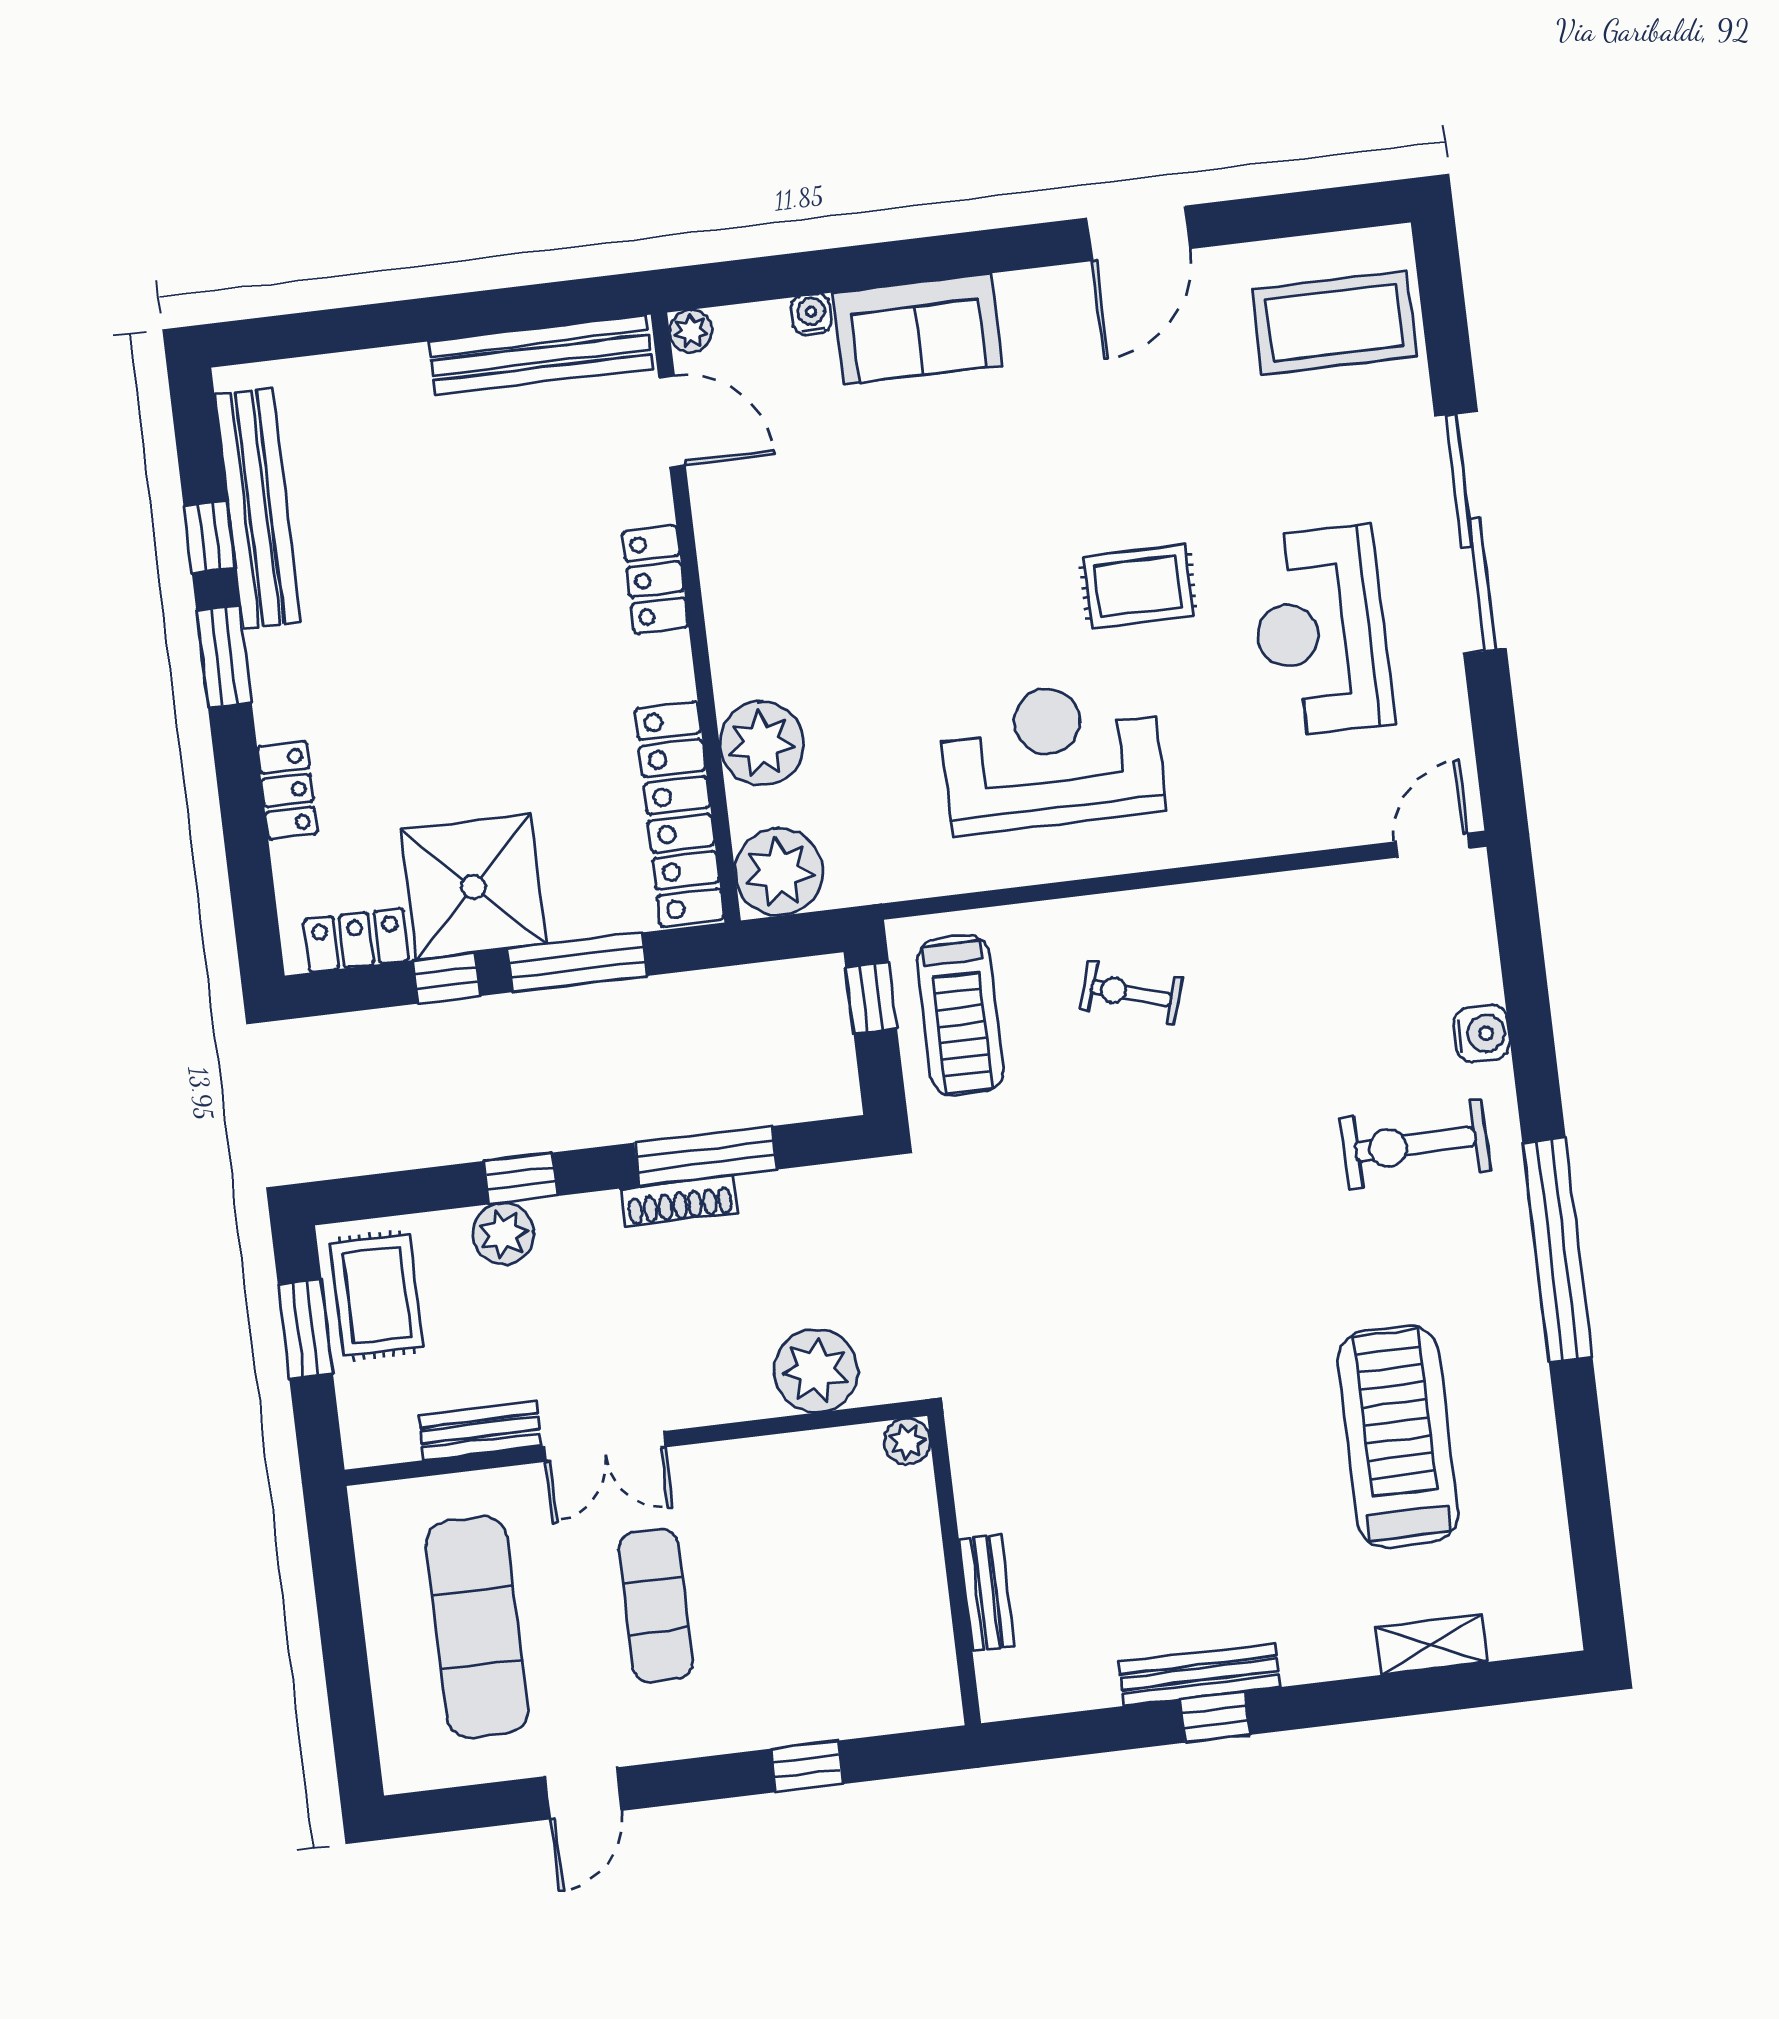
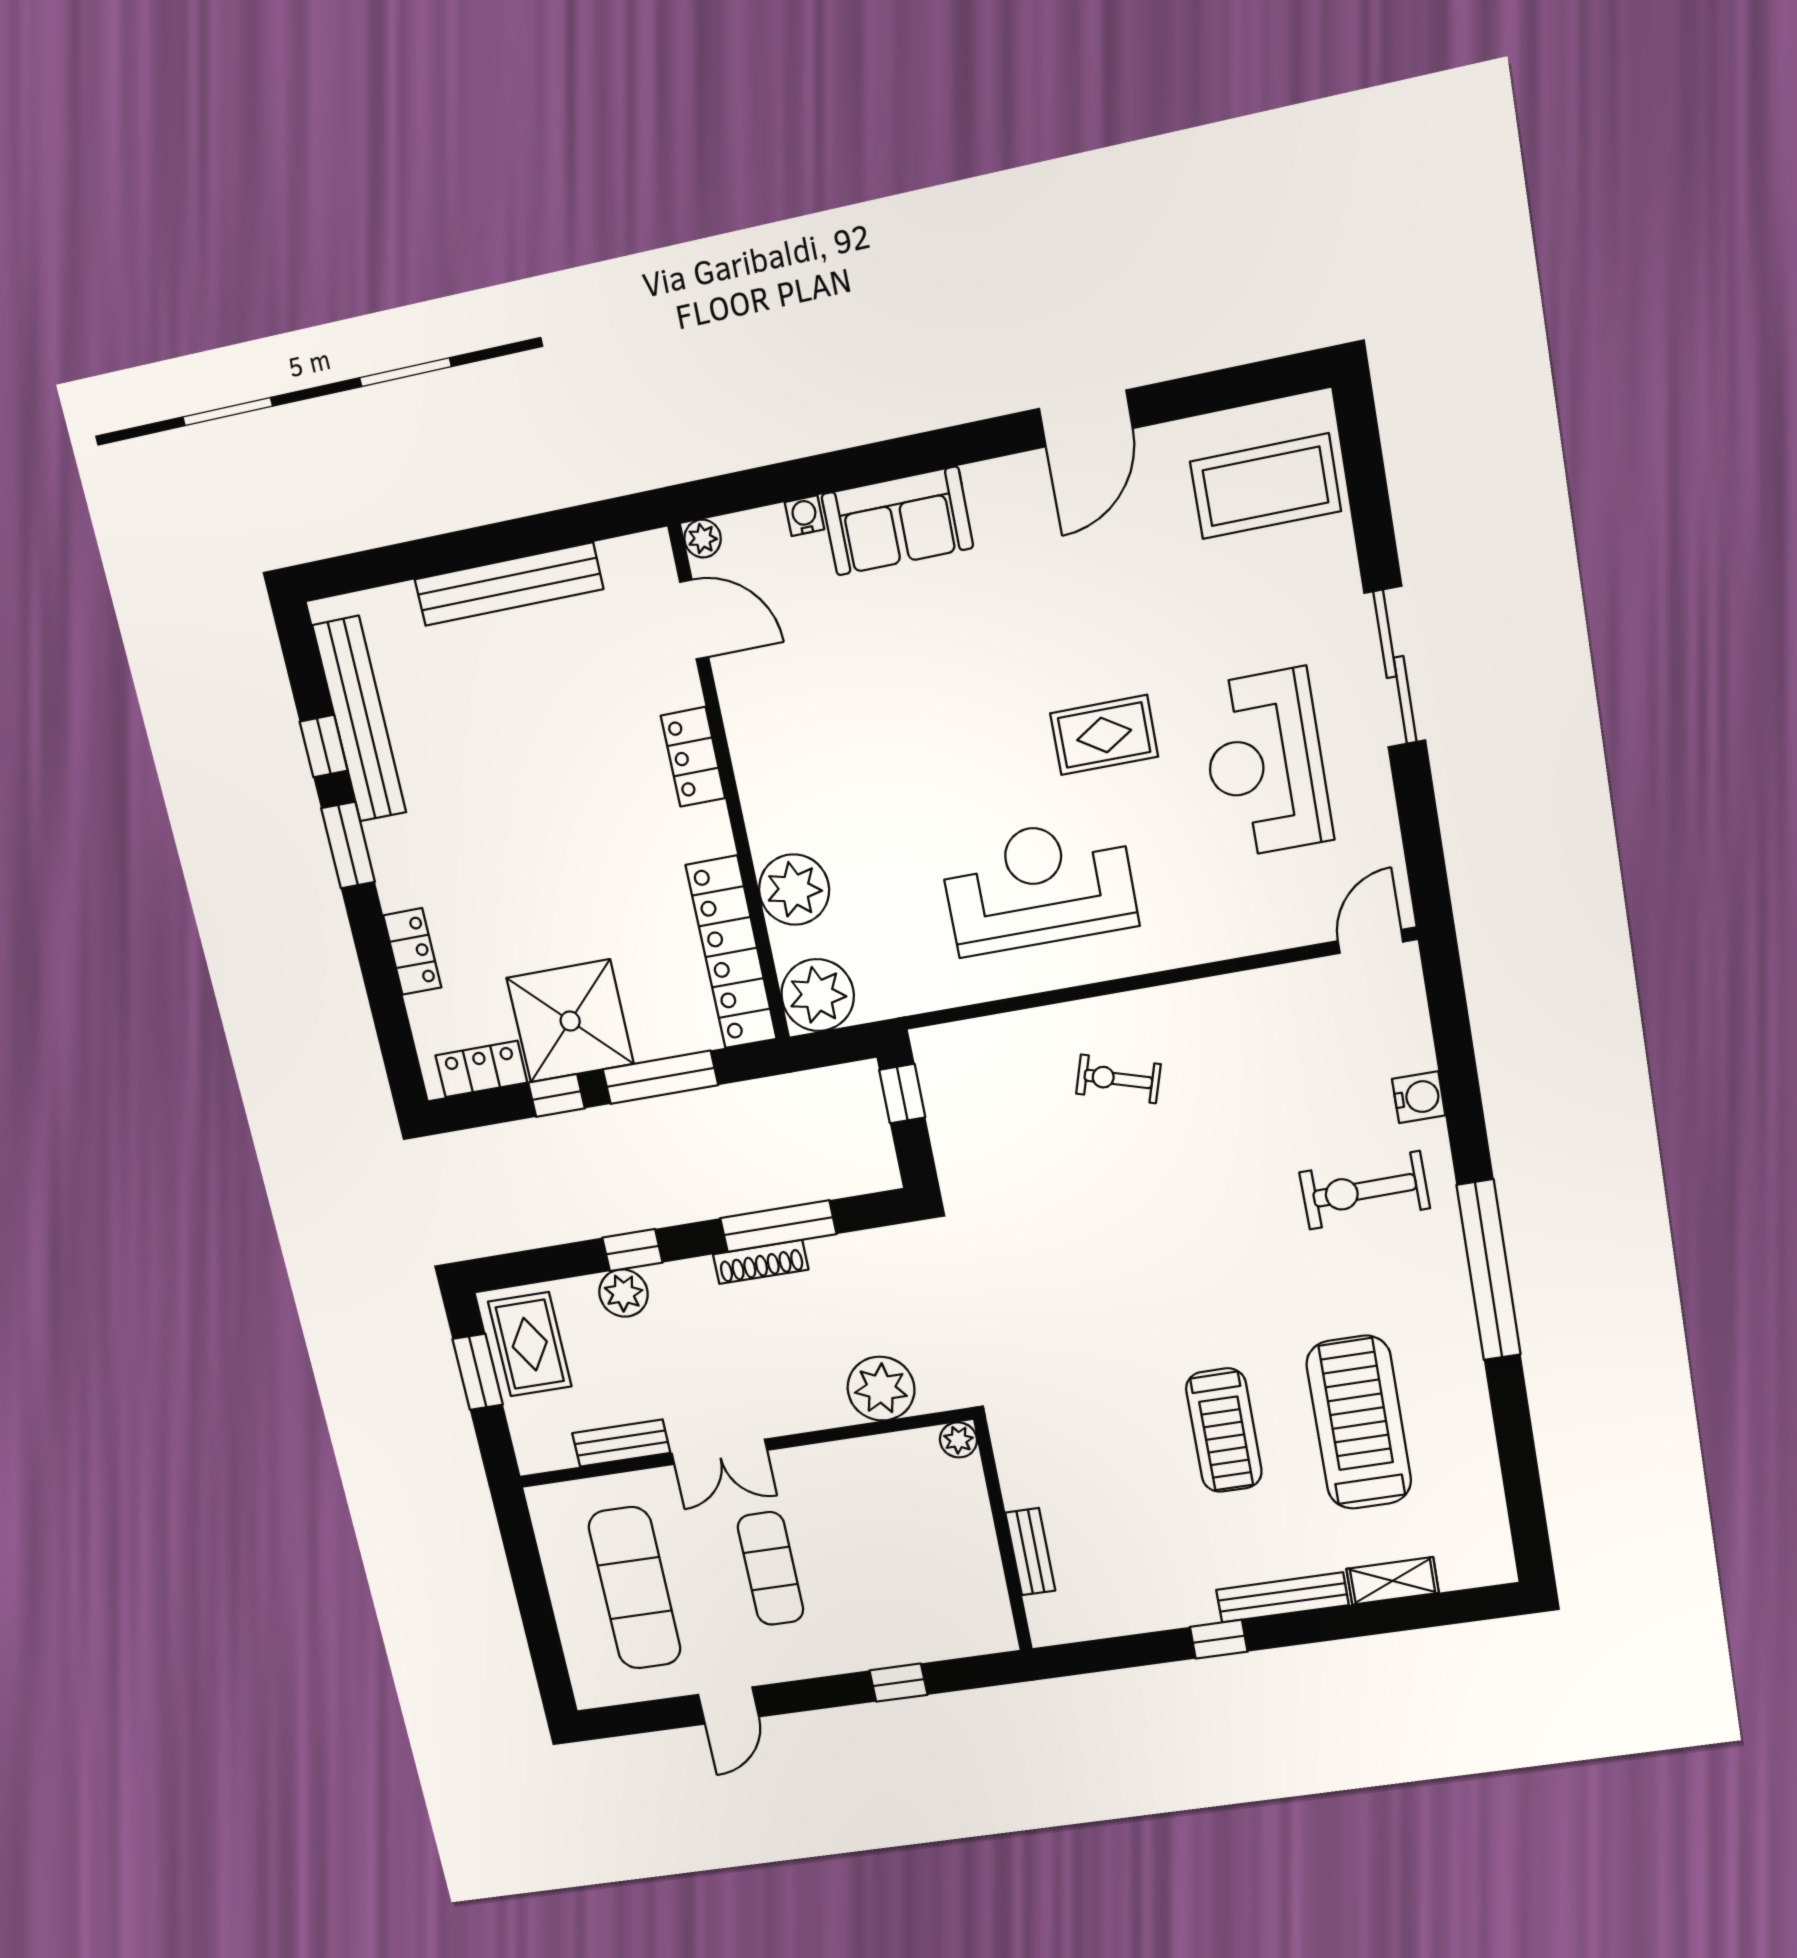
bench: (541, 355) -> (509, 584), moved
sliding door: (1470, 532) -> (1395, 667), width x0.73
treadmill: (960, 1015) -> (1224, 1430), moved
bench: (1199, 1675) -> (1282, 1597), moved

